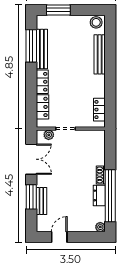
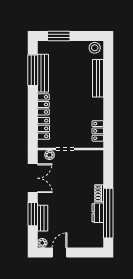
plant: (100, 227) -> (42, 243), moved

